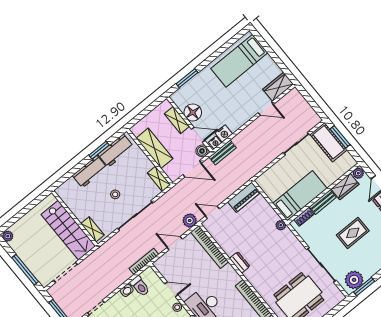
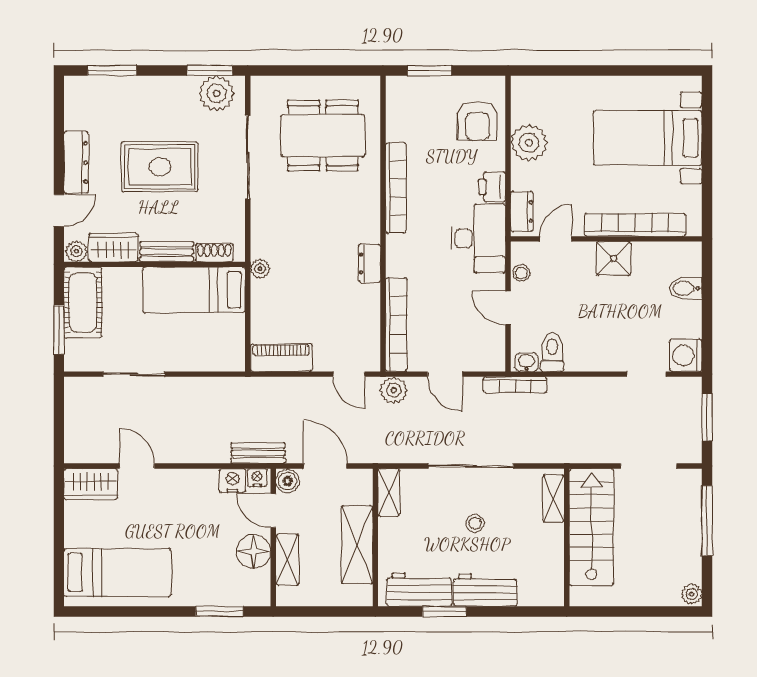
cot: (329, 142) -> (83, 302), moved
rug: (353, 233) -> (160, 167), width x1.36, depth x1.43
washbasin: (127, 290) -> (527, 362), moved

